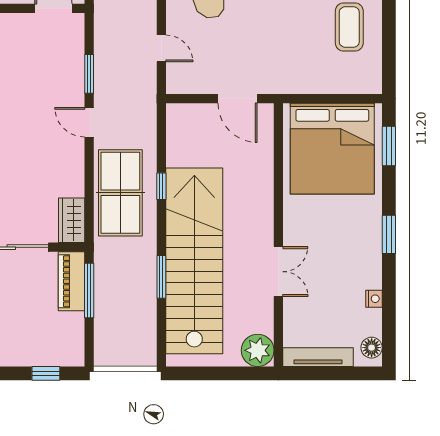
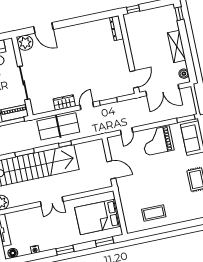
door: (238, 99) -> (111, 170), swing flipped
bed: (332, 149) -> (98, 217), width x0.73
wardrobe: (72, 220) -> (64, 103), moved
double door: (278, 272) -> (52, 201), moved

